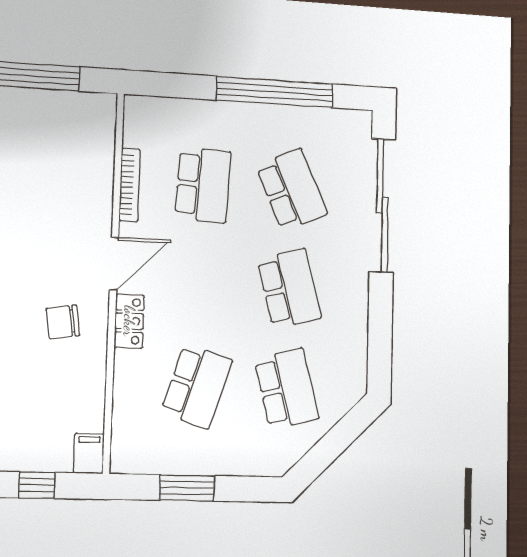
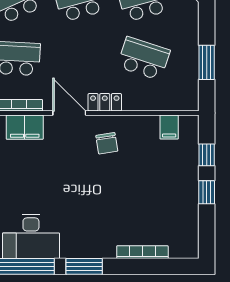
filing cabinet: (94, 192) -> (25, 127), added
filing cabinet: (89, 453) -> (169, 127), moved, turned -90

